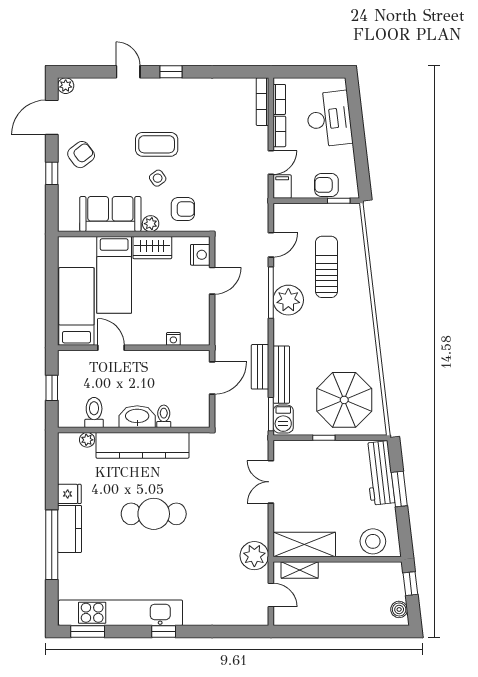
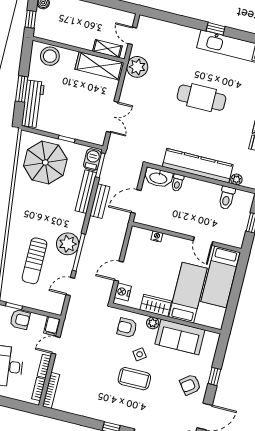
washbasin: (137, 417) -> (158, 178), moved
cafe table: (154, 514) -> (201, 98), moved

